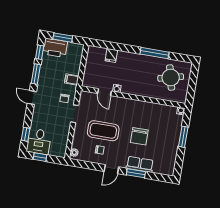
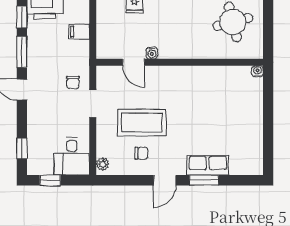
filing cabinet: (72, 80) -> (79, 32), moved
chair: (139, 136) -> (199, 122), removed
window: (183, 137) -> (268, 111), removed
desk: (39, 142) -> (72, 156), moved

